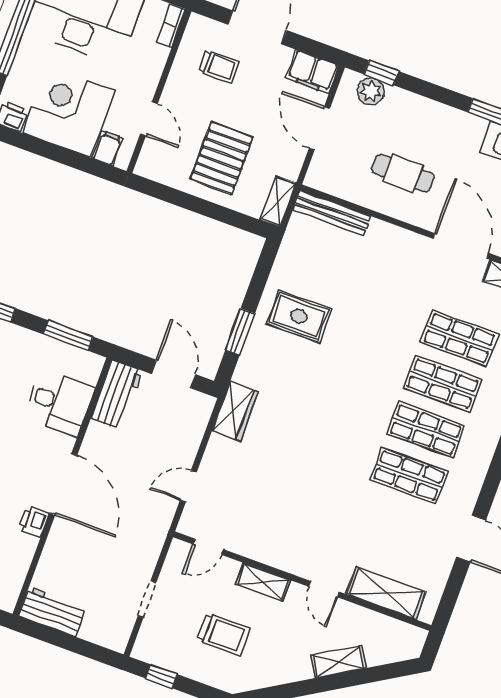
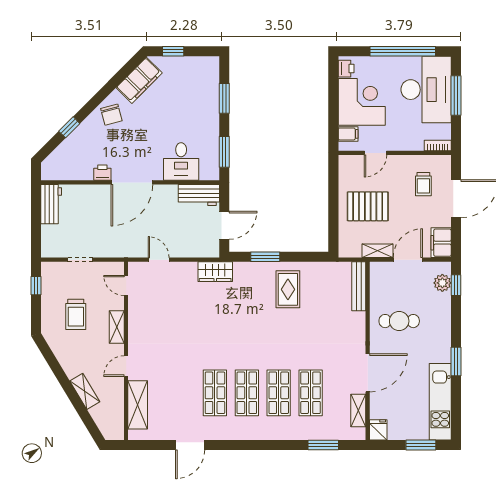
cafe table: (403, 173) -> (399, 321), turned 90
shelving: (278, 202) -> (377, 251), moved

